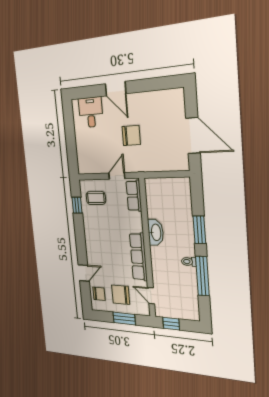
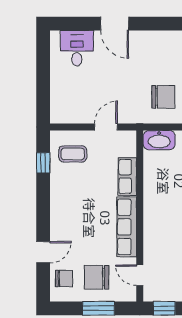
chair: (131, 136) -> (163, 97), moved
row of seats: (134, 196) -> (127, 176), moved
washbasin: (156, 232) -> (159, 140), moved, turned 90

